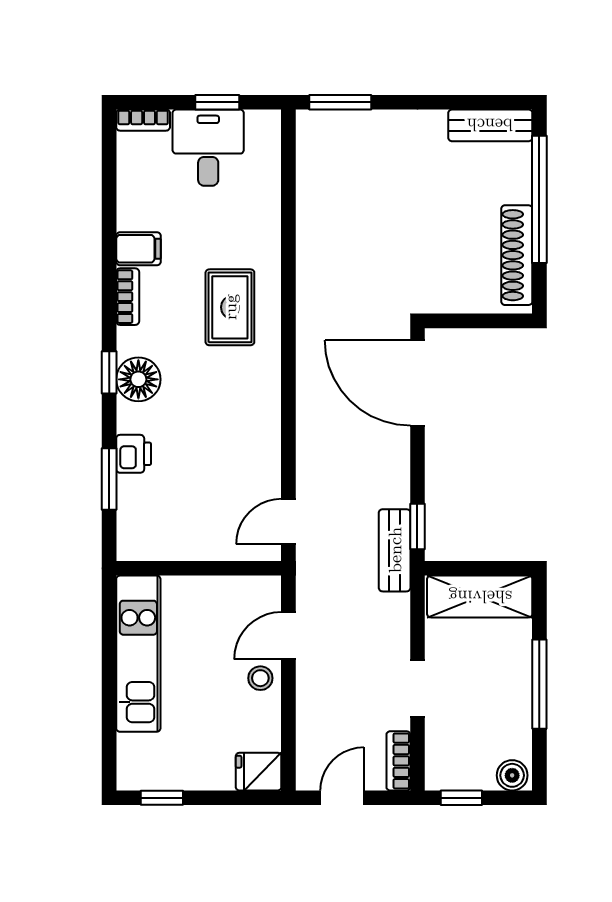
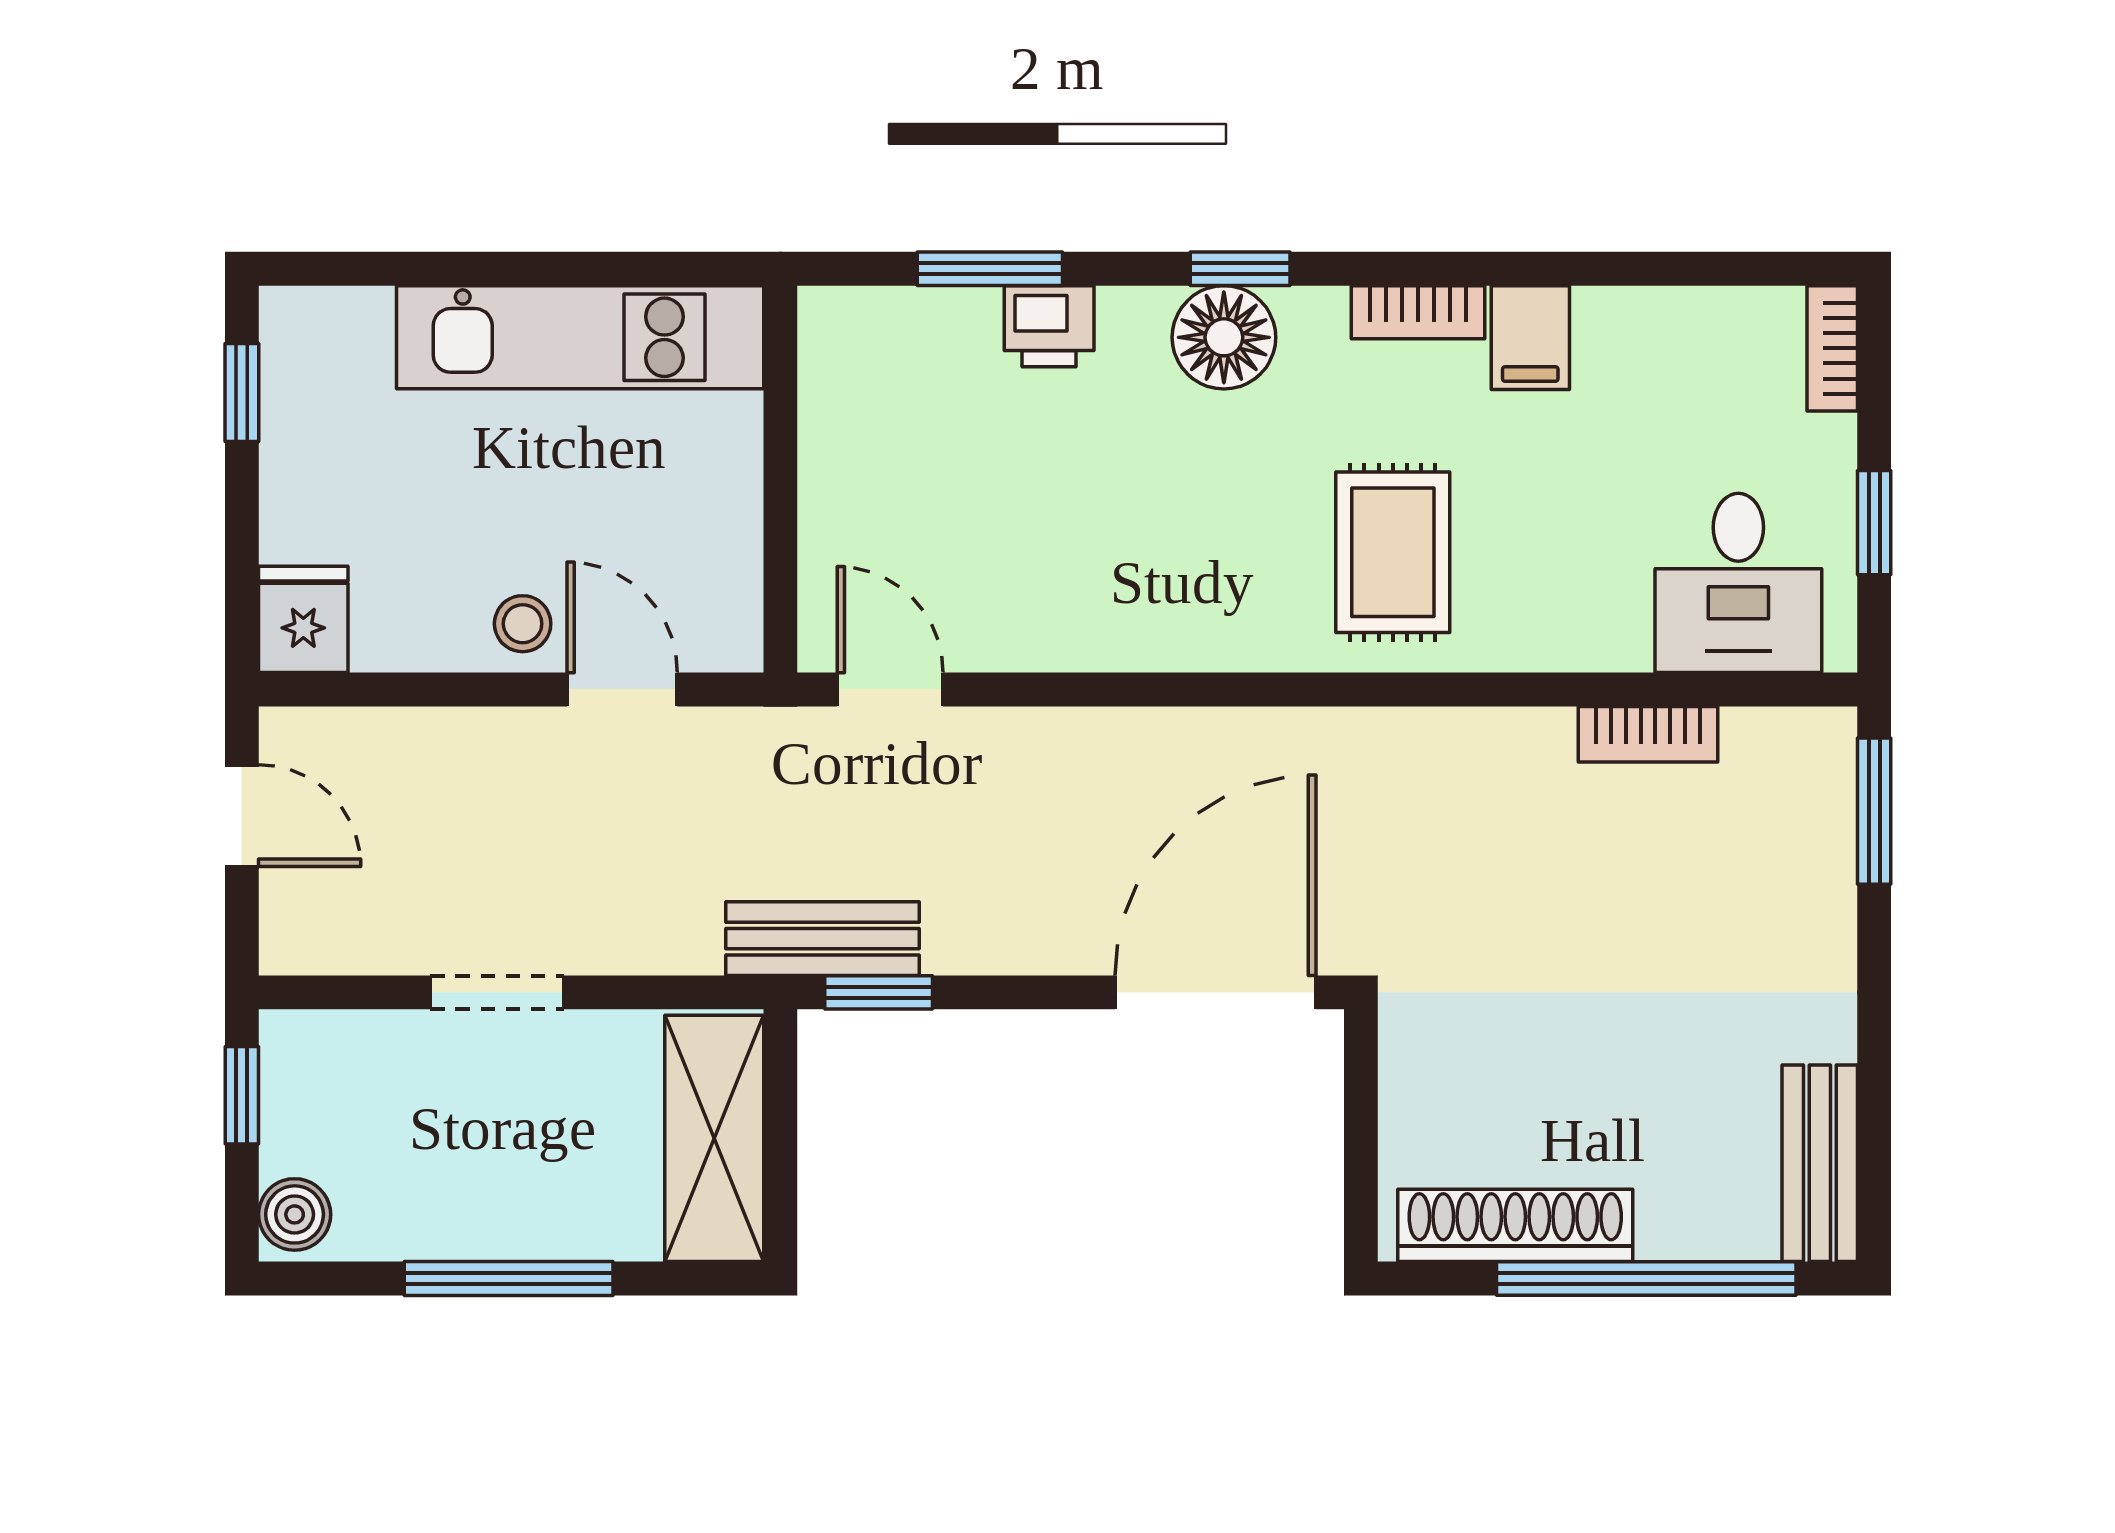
desk: (208, 148) -> (1738, 583), moved, turned 90
rug: (230, 307) -> (1393, 552), turned 90
bookcase: (398, 761) -> (1648, 734), moved, turned 180

